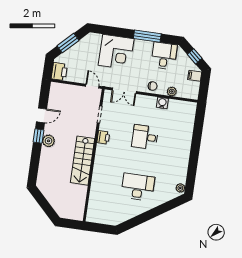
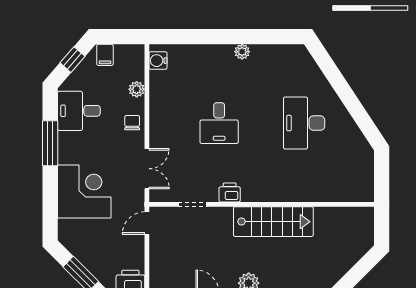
water cooler: (162, 103) -> (158, 61), moved
plant: (180, 188) -> (242, 52), moved

